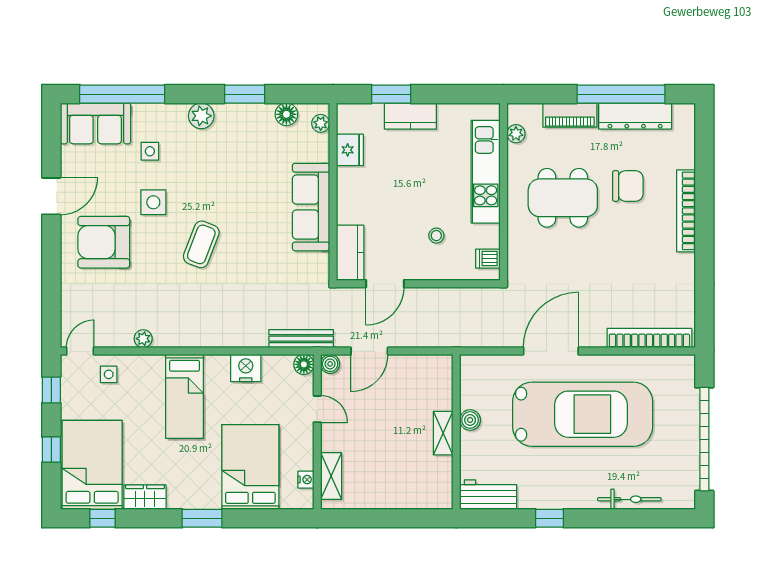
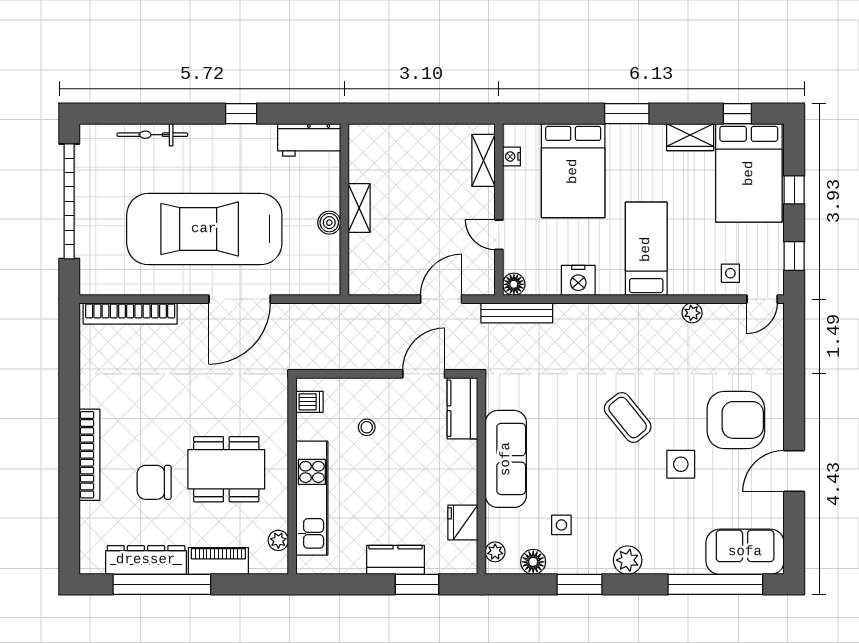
side table: (150, 151) -> (561, 525), moved
coffee table: (201, 244) -> (628, 417), turned -60
boiler: (330, 364) -> (485, 285), removed

